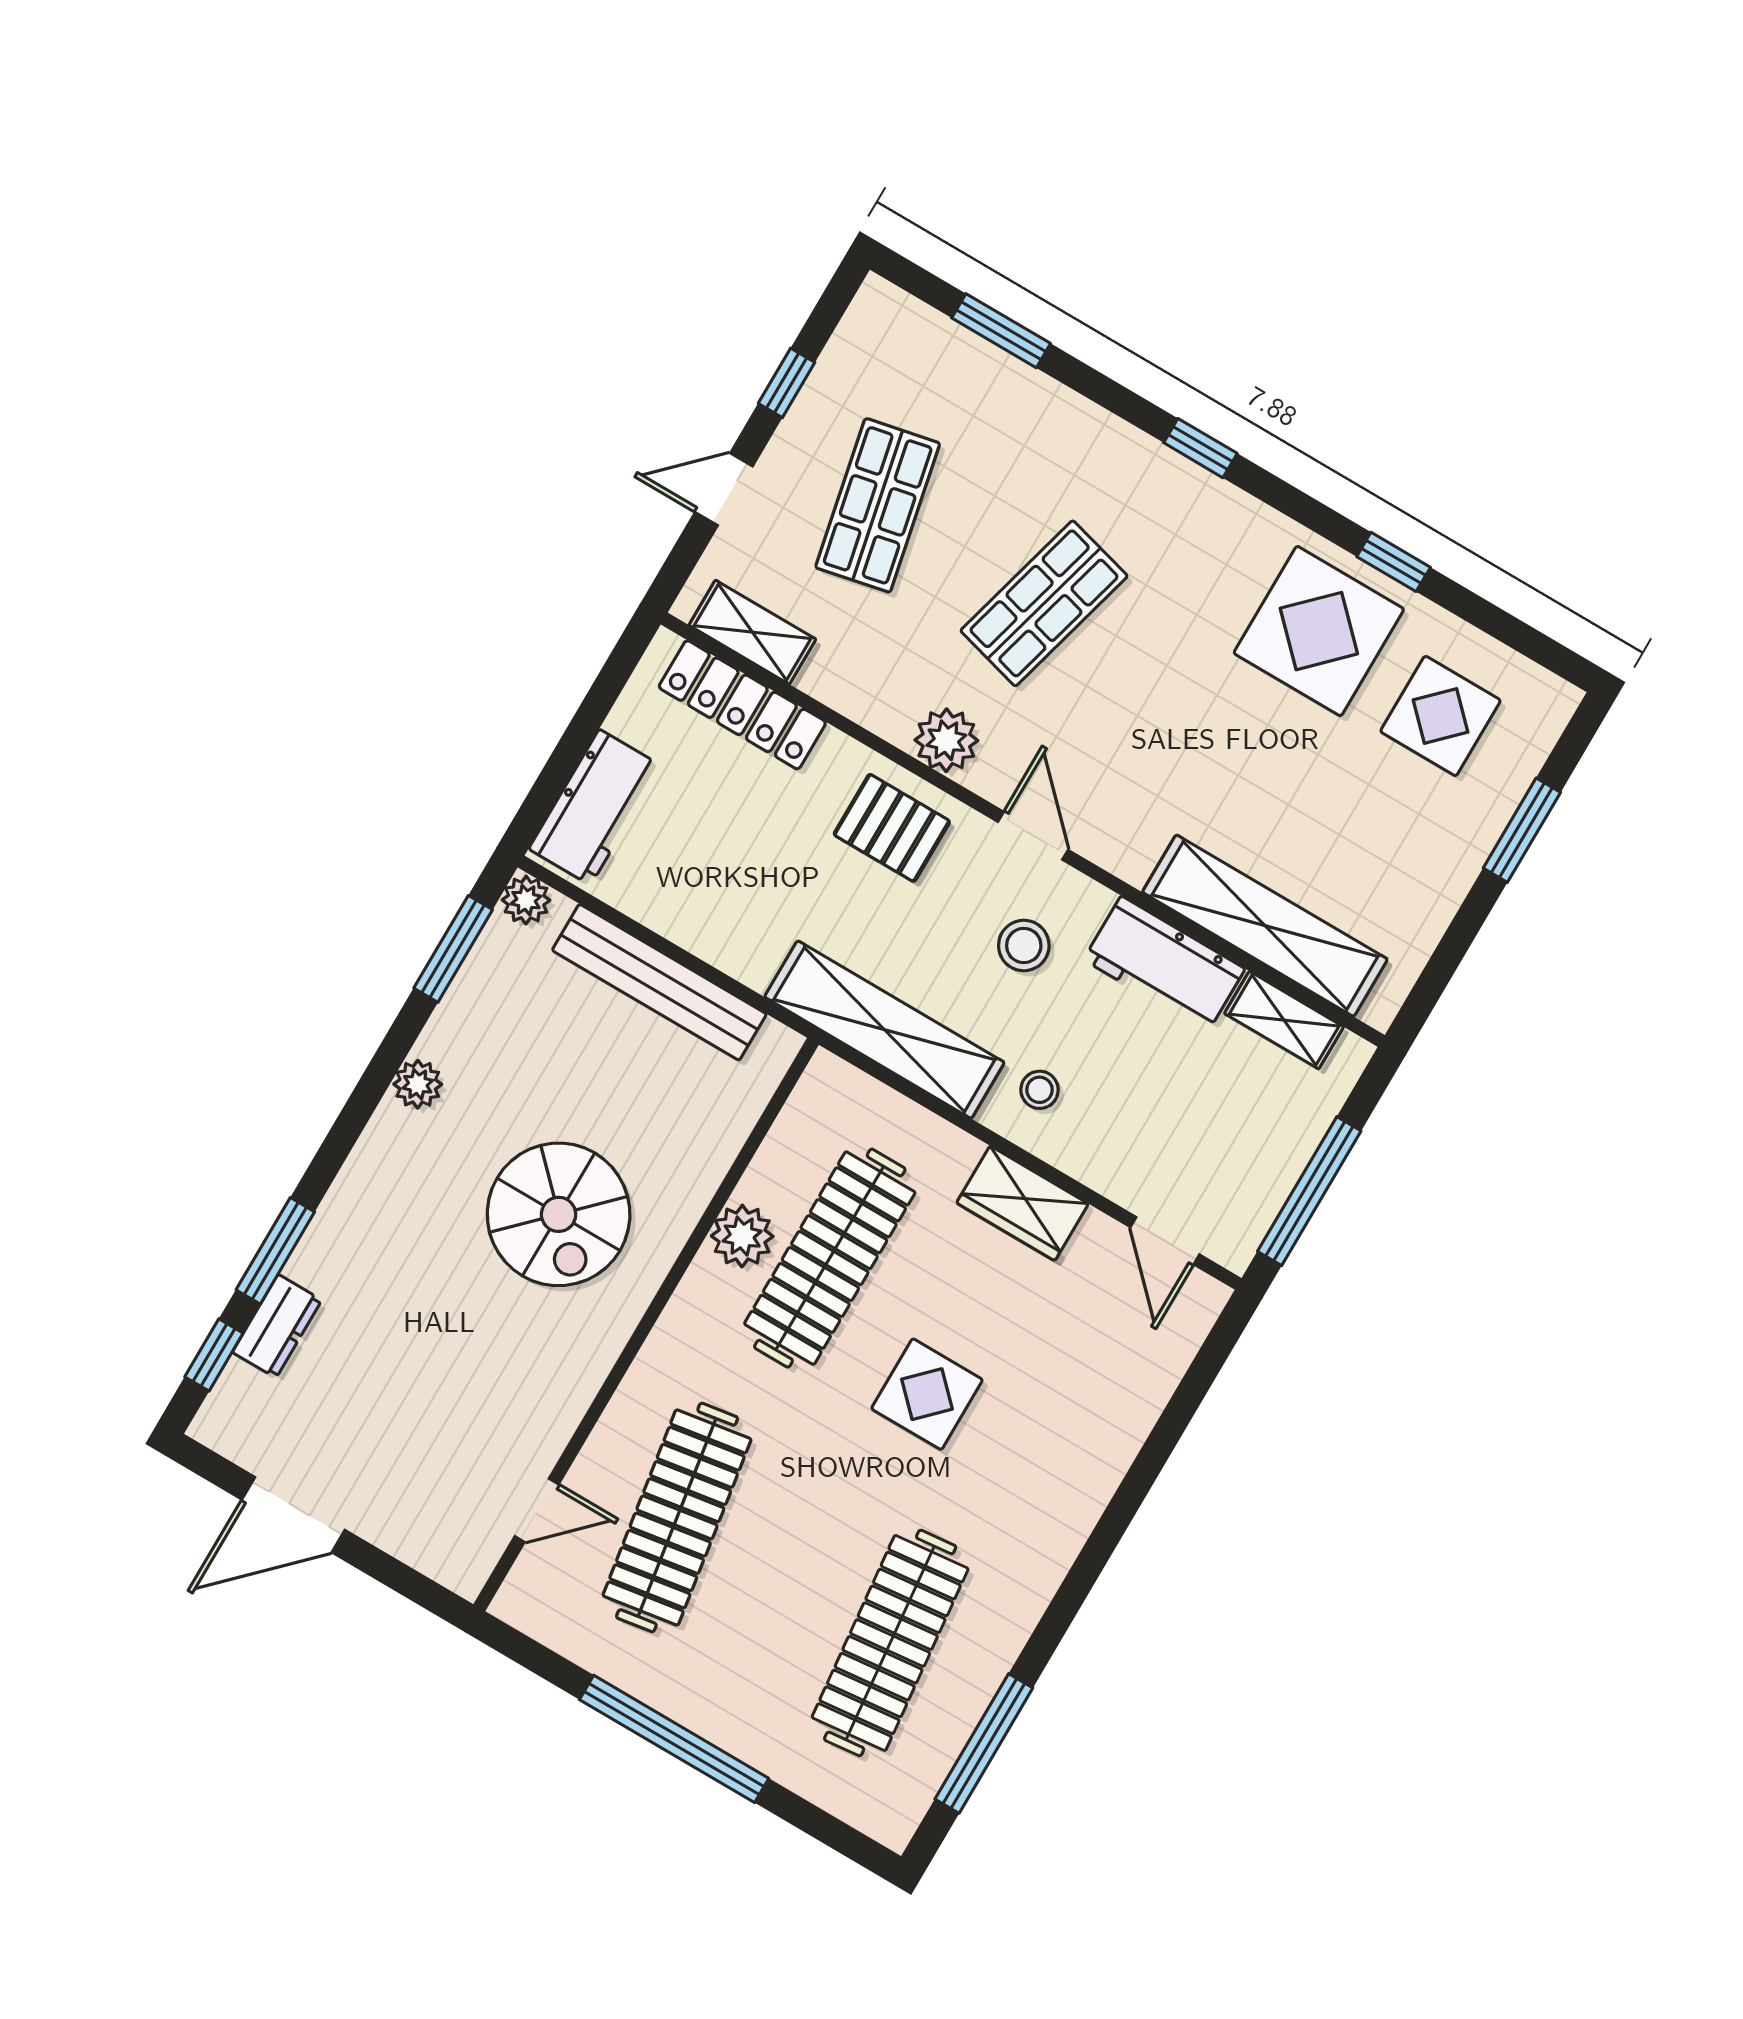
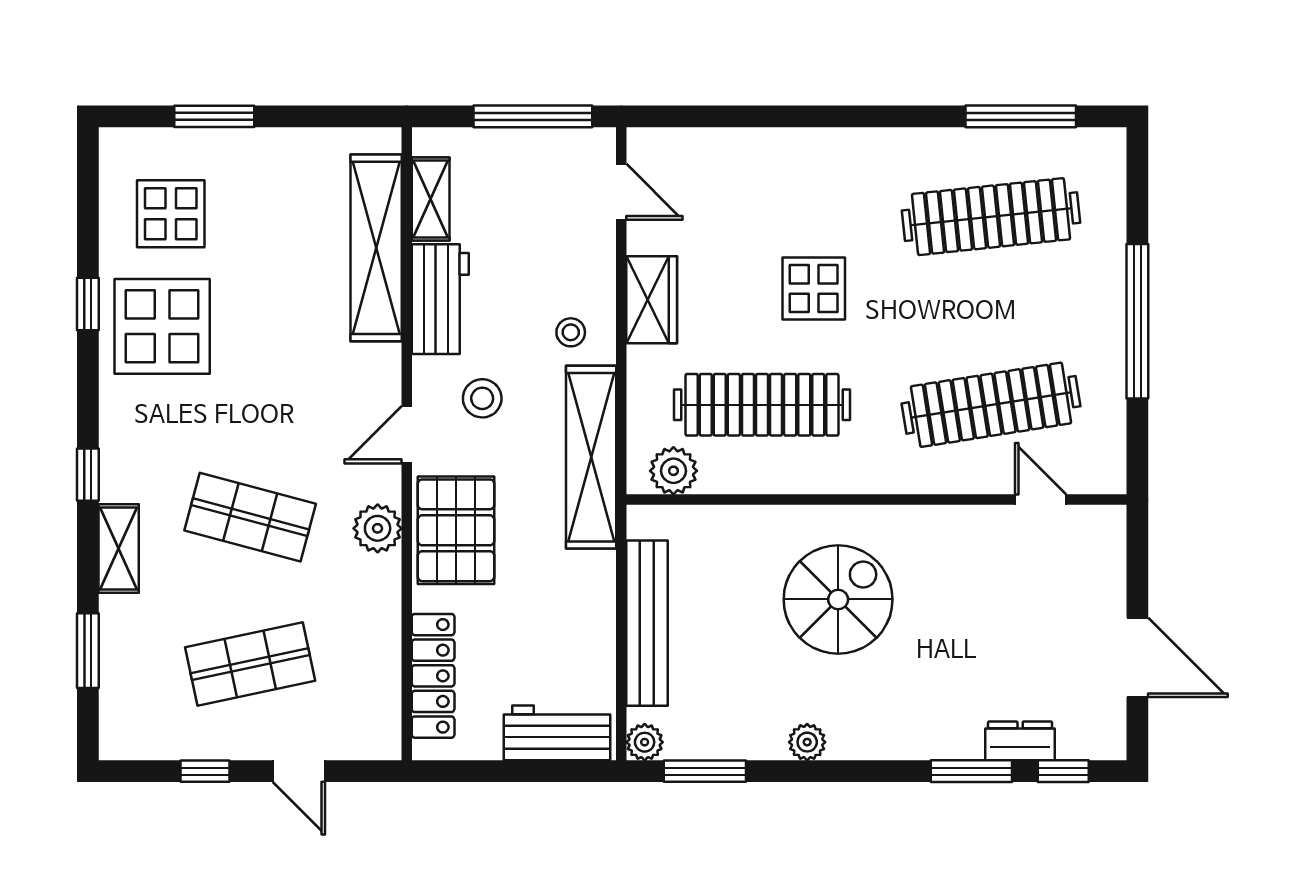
shelving: (752, 632) -> (119, 549), moved
pallet: (892, 828) -> (456, 530), width x1.50, depth x1.42
plant: (742, 1236) -> (673, 471), moved
door: (1165, 1241) -> (621, 192), hinge flipped

